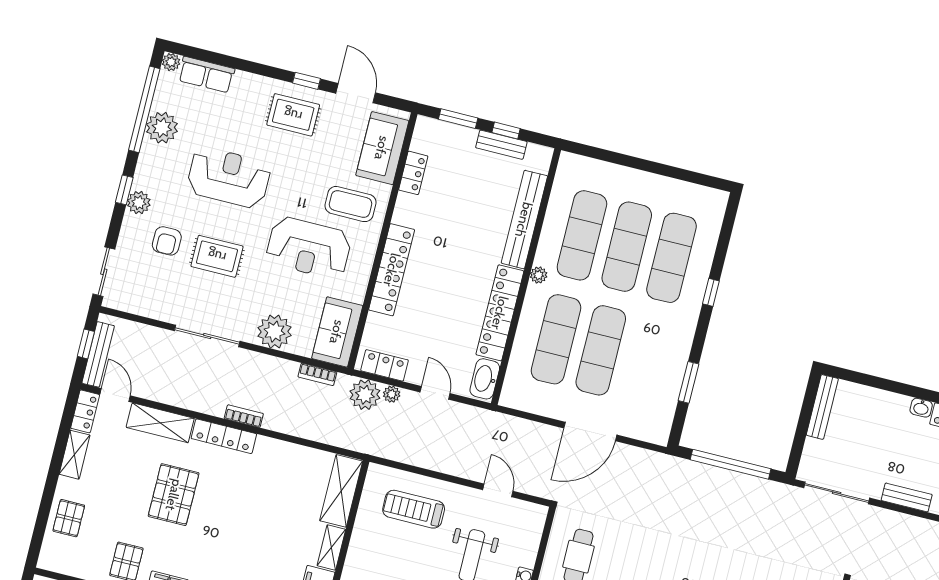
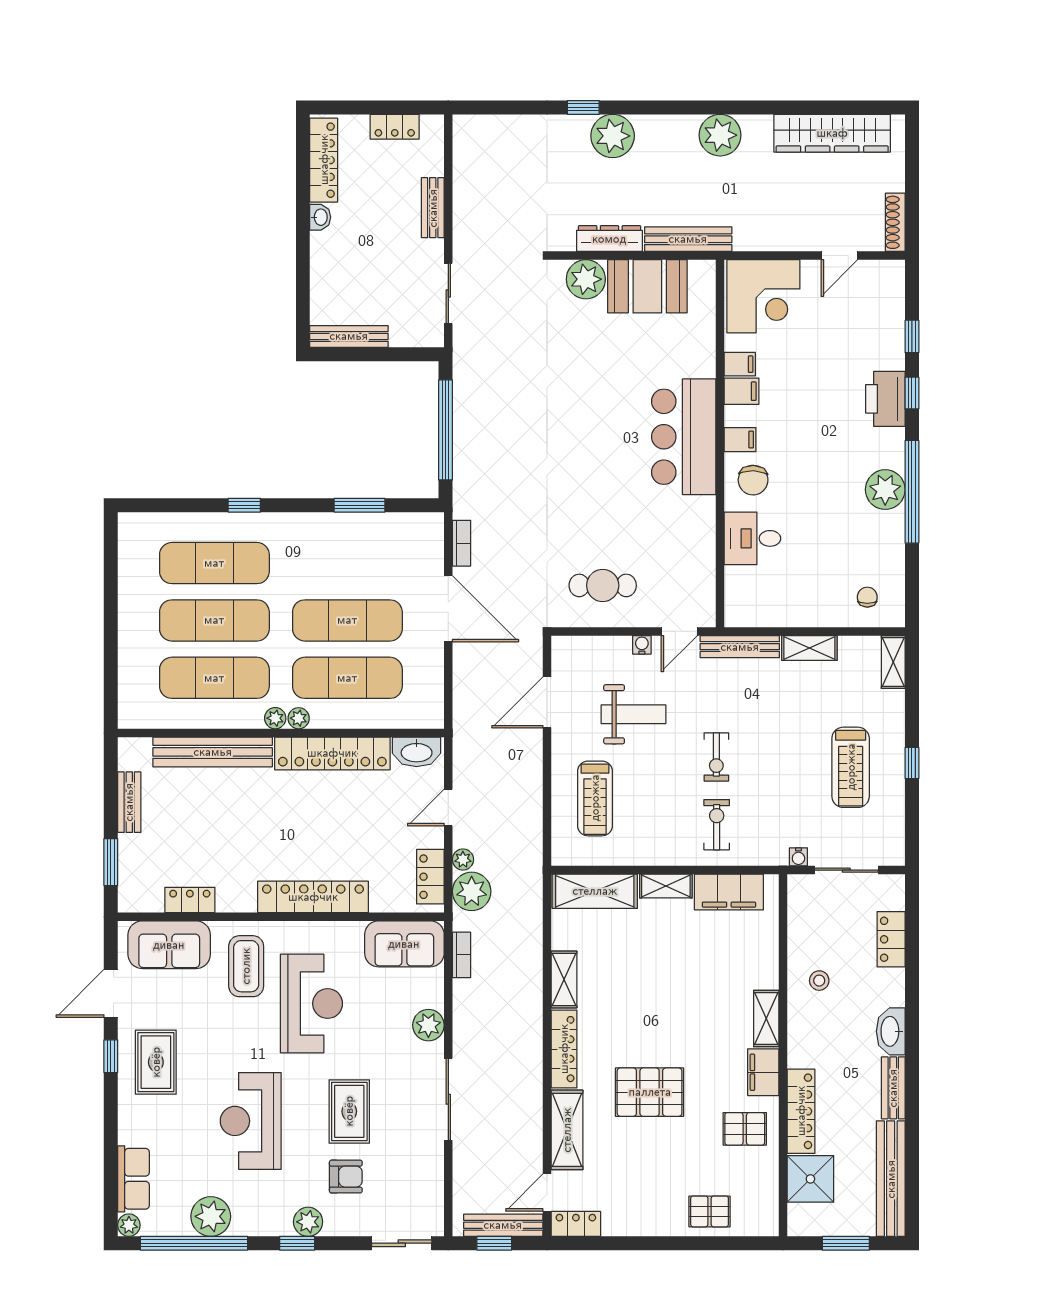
window: (506, 131) -> (111, 801), removed
plant: (534, 293) -> (299, 718), added
plant: (275, 332) -> (428, 1025), width x0.73, depth x0.73
bookcase: (244, 416) -> (462, 543), moved, turned 180
shelving: (75, 455) -> (564, 979), moved, turned 90
door: (498, 490) -> (547, 702), width x1.38
sliding door: (837, 493) -> (448, 293), width x0.73

